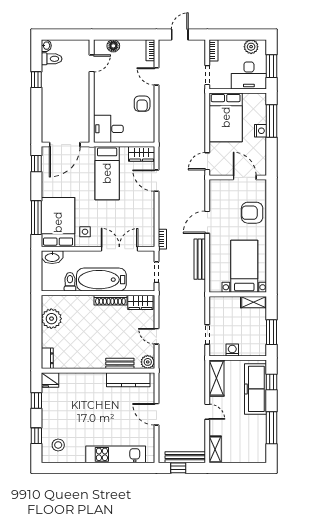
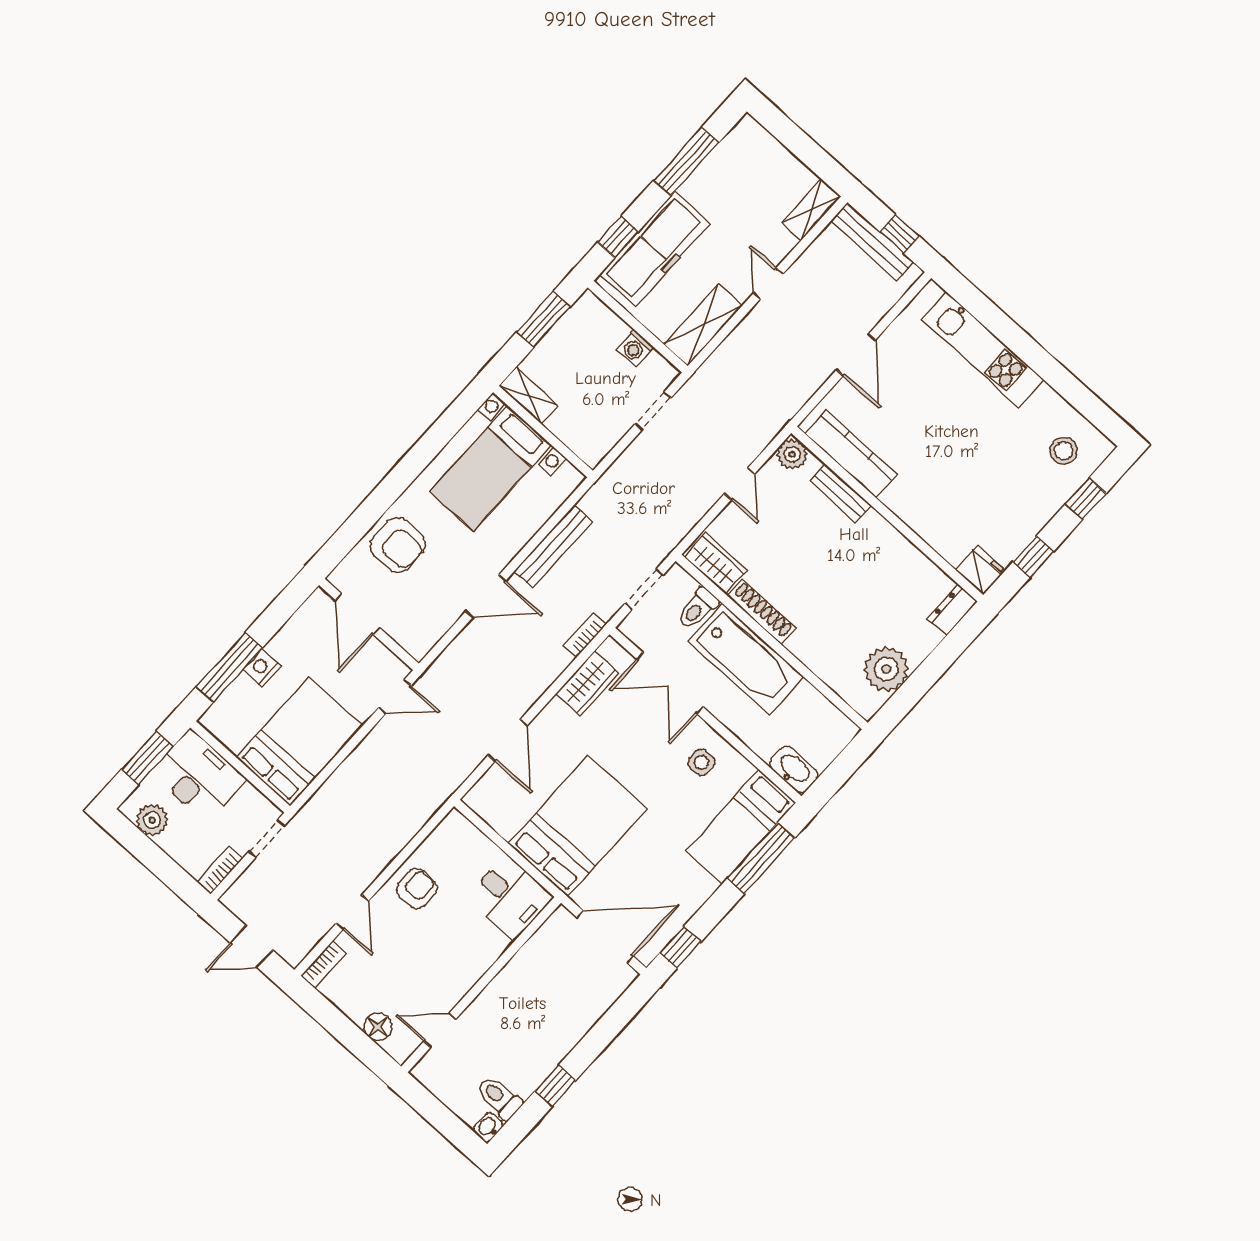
wardrobe: (142, 154) -> (587, 684), moved, turned 90
bed: (107, 173) -> (578, 826), width x1.50
bed: (58, 222) -> (741, 827), width x0.67
toilet: (70, 282) -> (697, 609), moved

